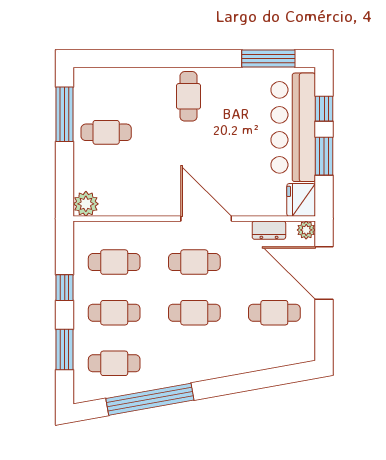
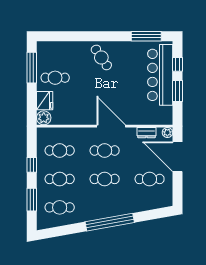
cafe table: (189, 96) -> (101, 57), turned -34
fridge: (301, 200) -> (45, 101), moved, turned 180
window: (150, 399) -> (110, 222), moved

